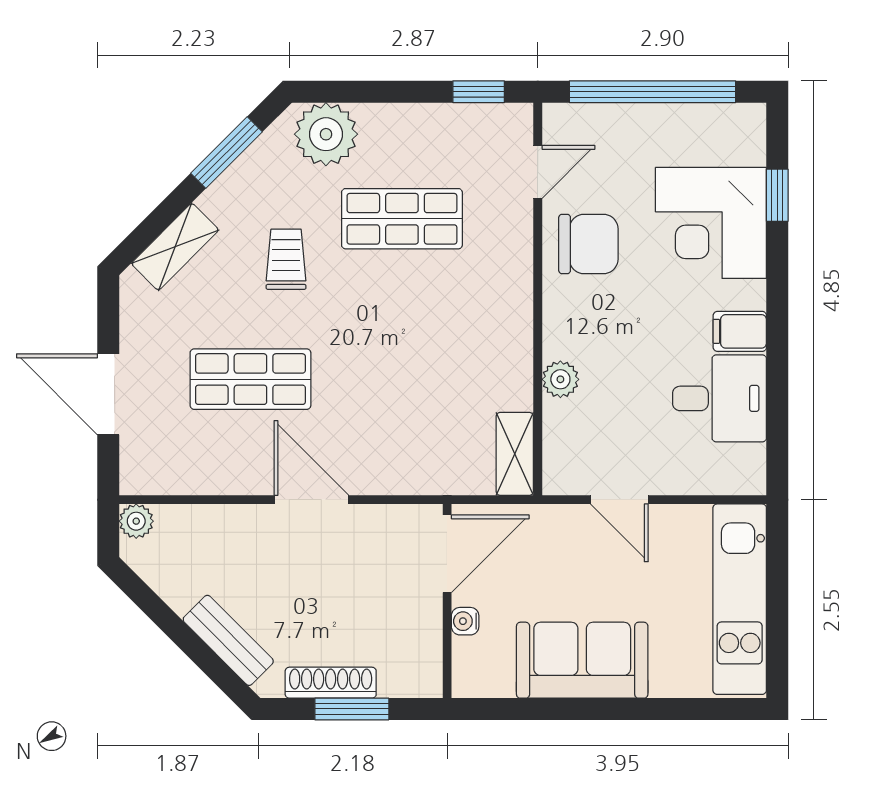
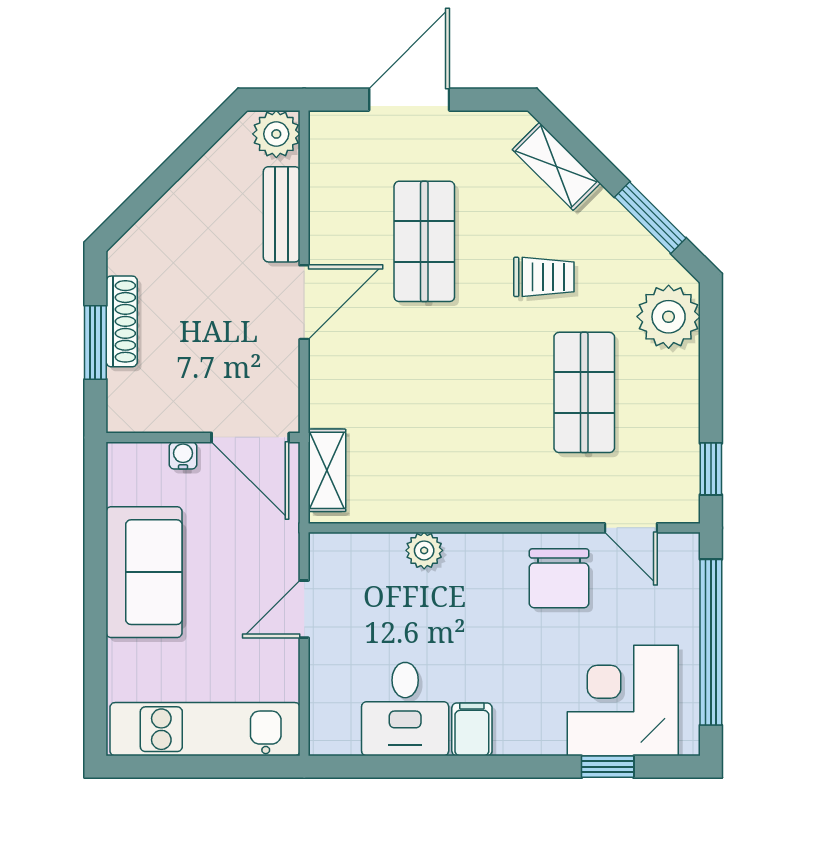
corner desk: (711, 223) -> (623, 701), moved
shelving: (515, 454) -> (327, 470), moved, turned 90
plant: (136, 521) -> (276, 134), width x1.38, depth x1.38
bench: (228, 640) -> (282, 214), moved, turned -45

